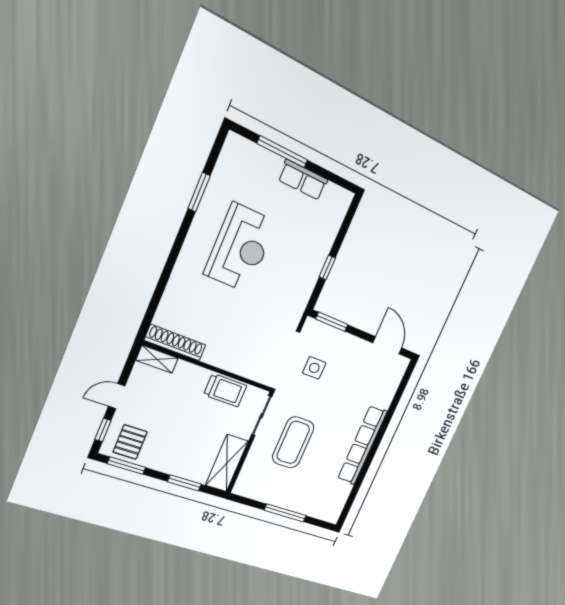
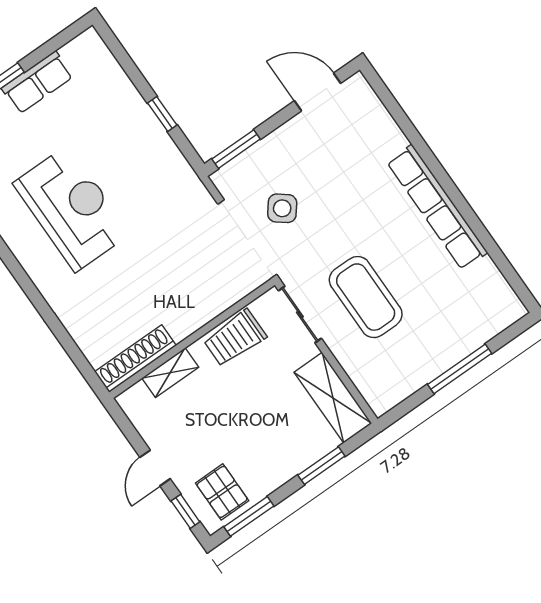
shelving: (157, 359) -> (170, 373), moved
side table: (314, 368) -> (282, 208), turned 38
trolley: (225, 390) -> (235, 338), turned 180

